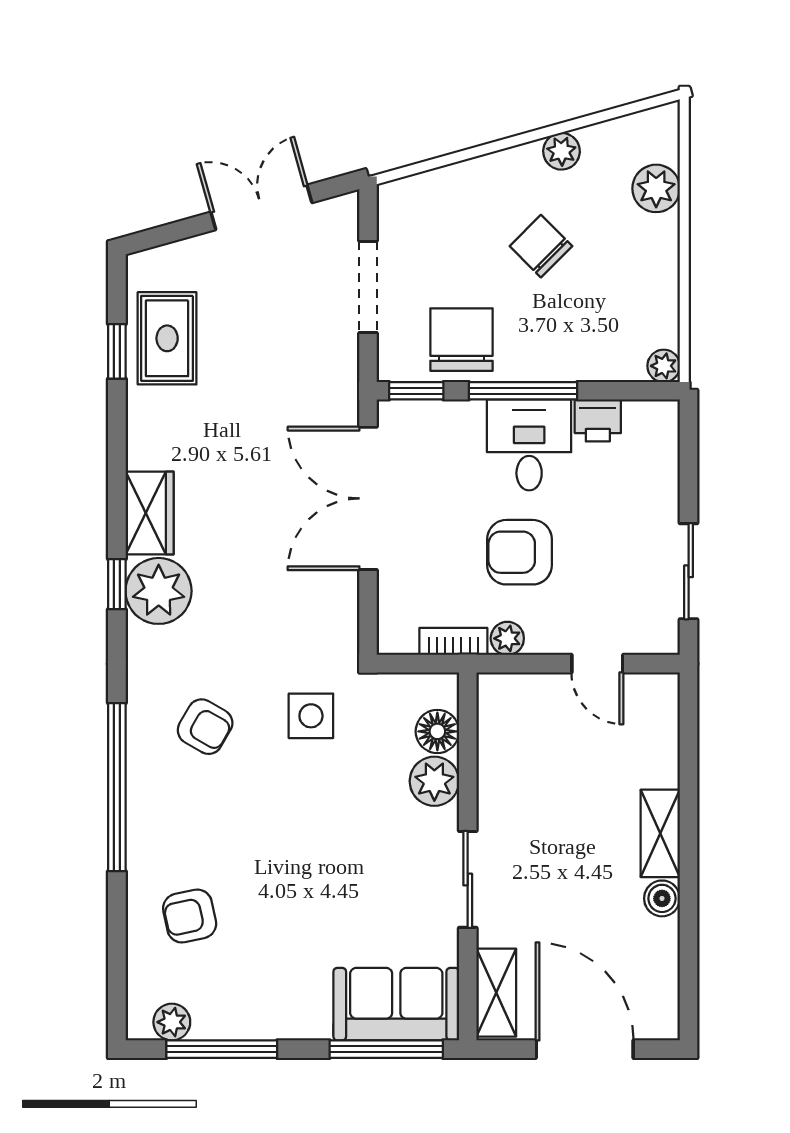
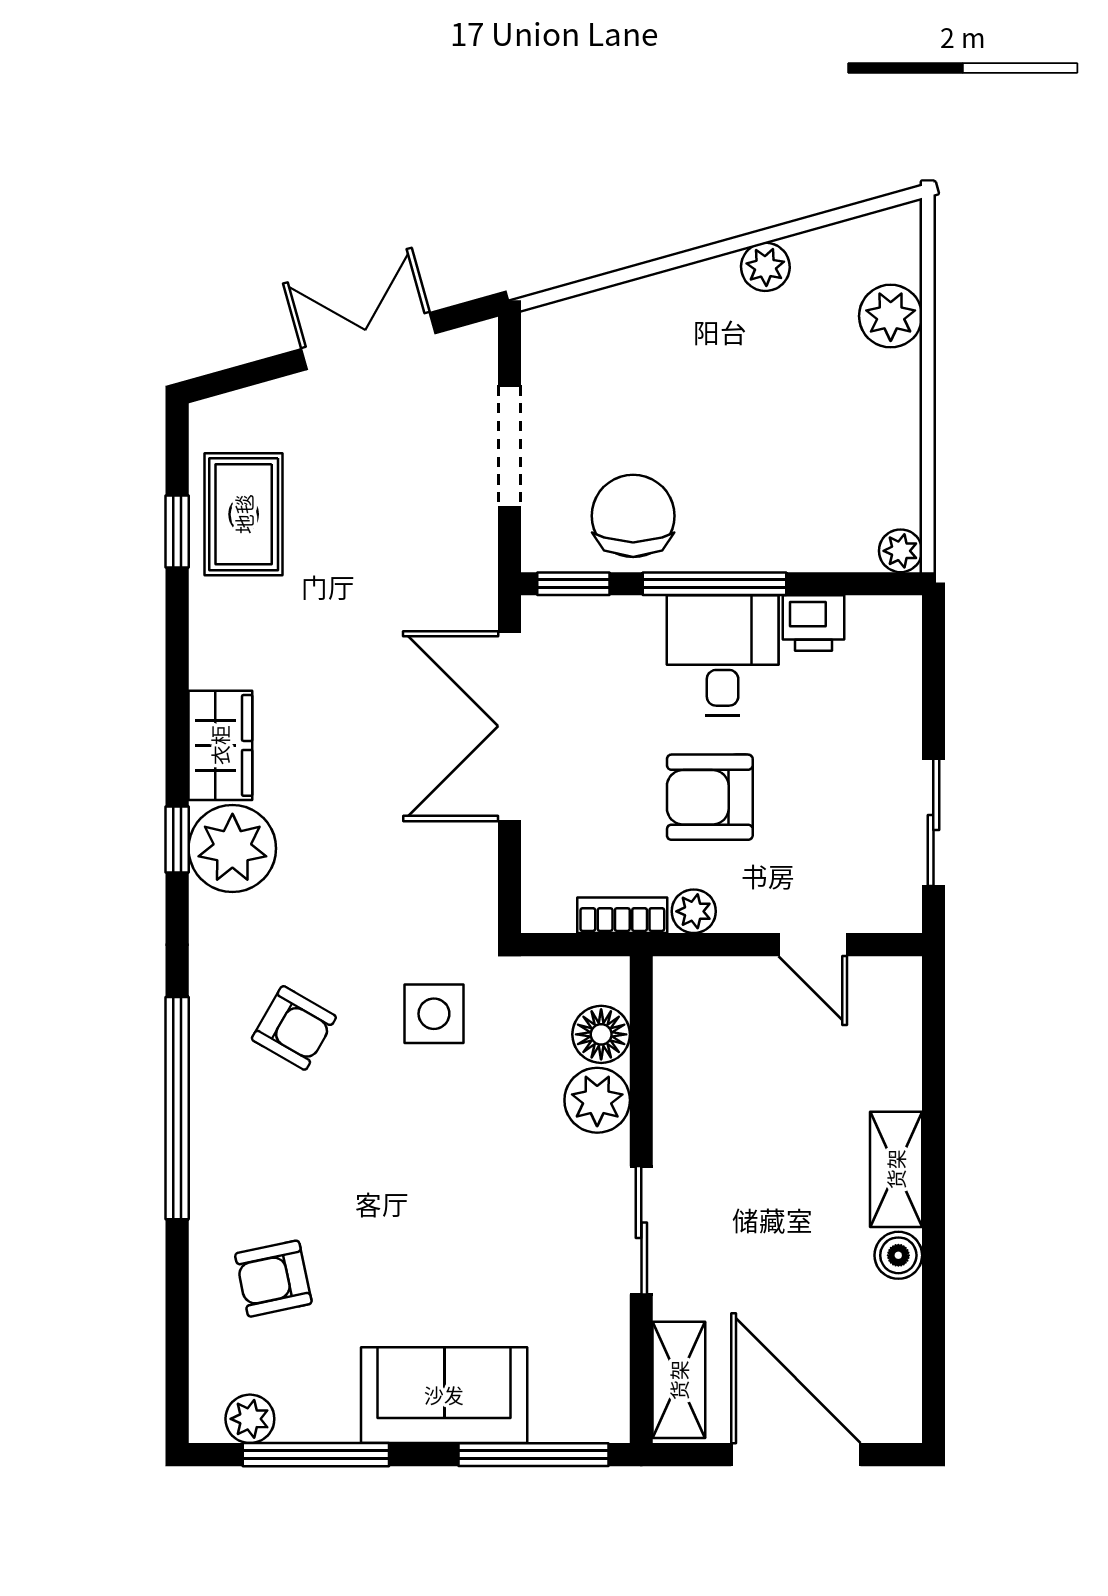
chair: (541, 246) -> (738, 392), removed
sofa: (396, 1004) -> (444, 1395), moved

